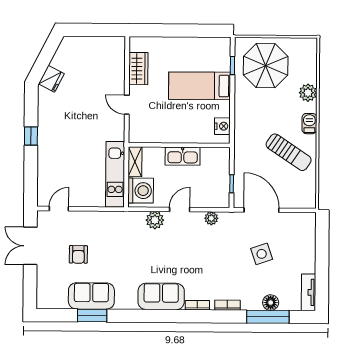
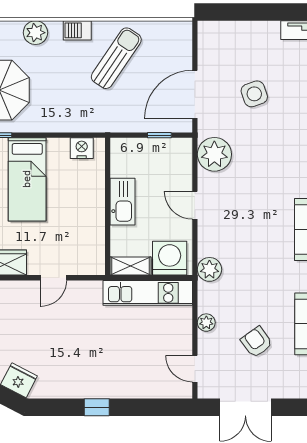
plant: (93, 217) -> (206, 323), added
plant: (211, 218) -> (214, 154), width x1.87, depth x1.87
plant: (155, 220) -> (209, 269), moved
armchair: (78, 254) -> (257, 342), turned -126

